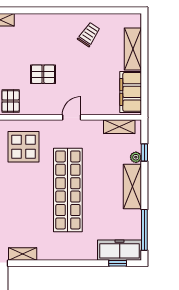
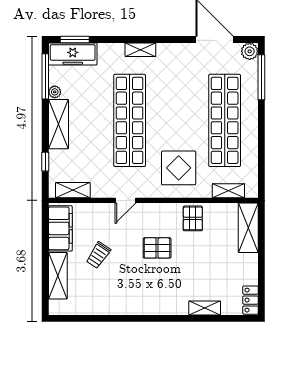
trolley: (89, 34) -> (98, 255), moved
plant: (136, 157) -> (55, 92), moved
shelving: (23, 254) -> (140, 50), moved
window: (118, 263) -> (75, 40), width x1.50

